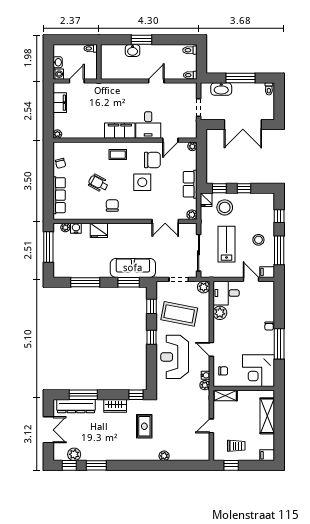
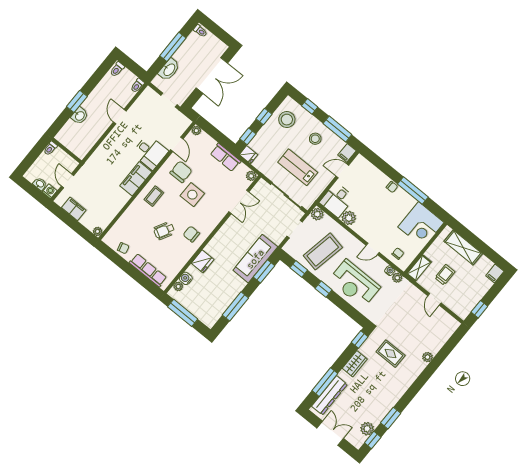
stool: (225, 207) -> (287, 120), moved
trolley: (236, 446) -> (445, 275), moved

